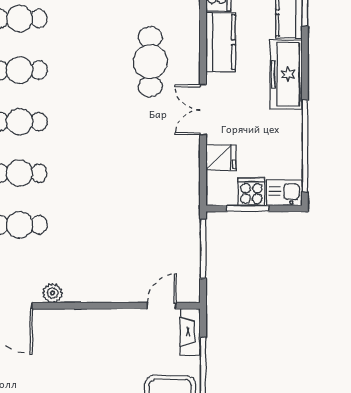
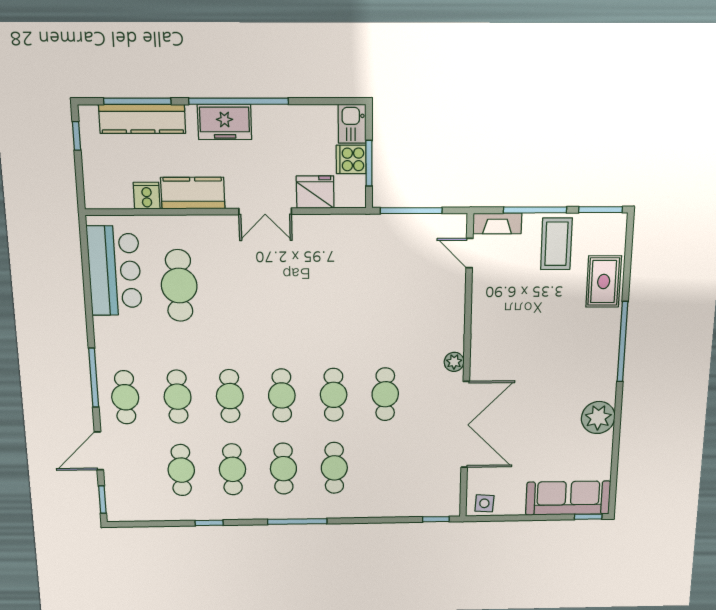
cafe table: (150, 62) -> (179, 286), moved, turned 90
freezer: (286, 74) -> (225, 122), width x0.71
window: (305, 146) -> (239, 101), moved
fridge: (221, 158) -> (315, 192), width x1.38

